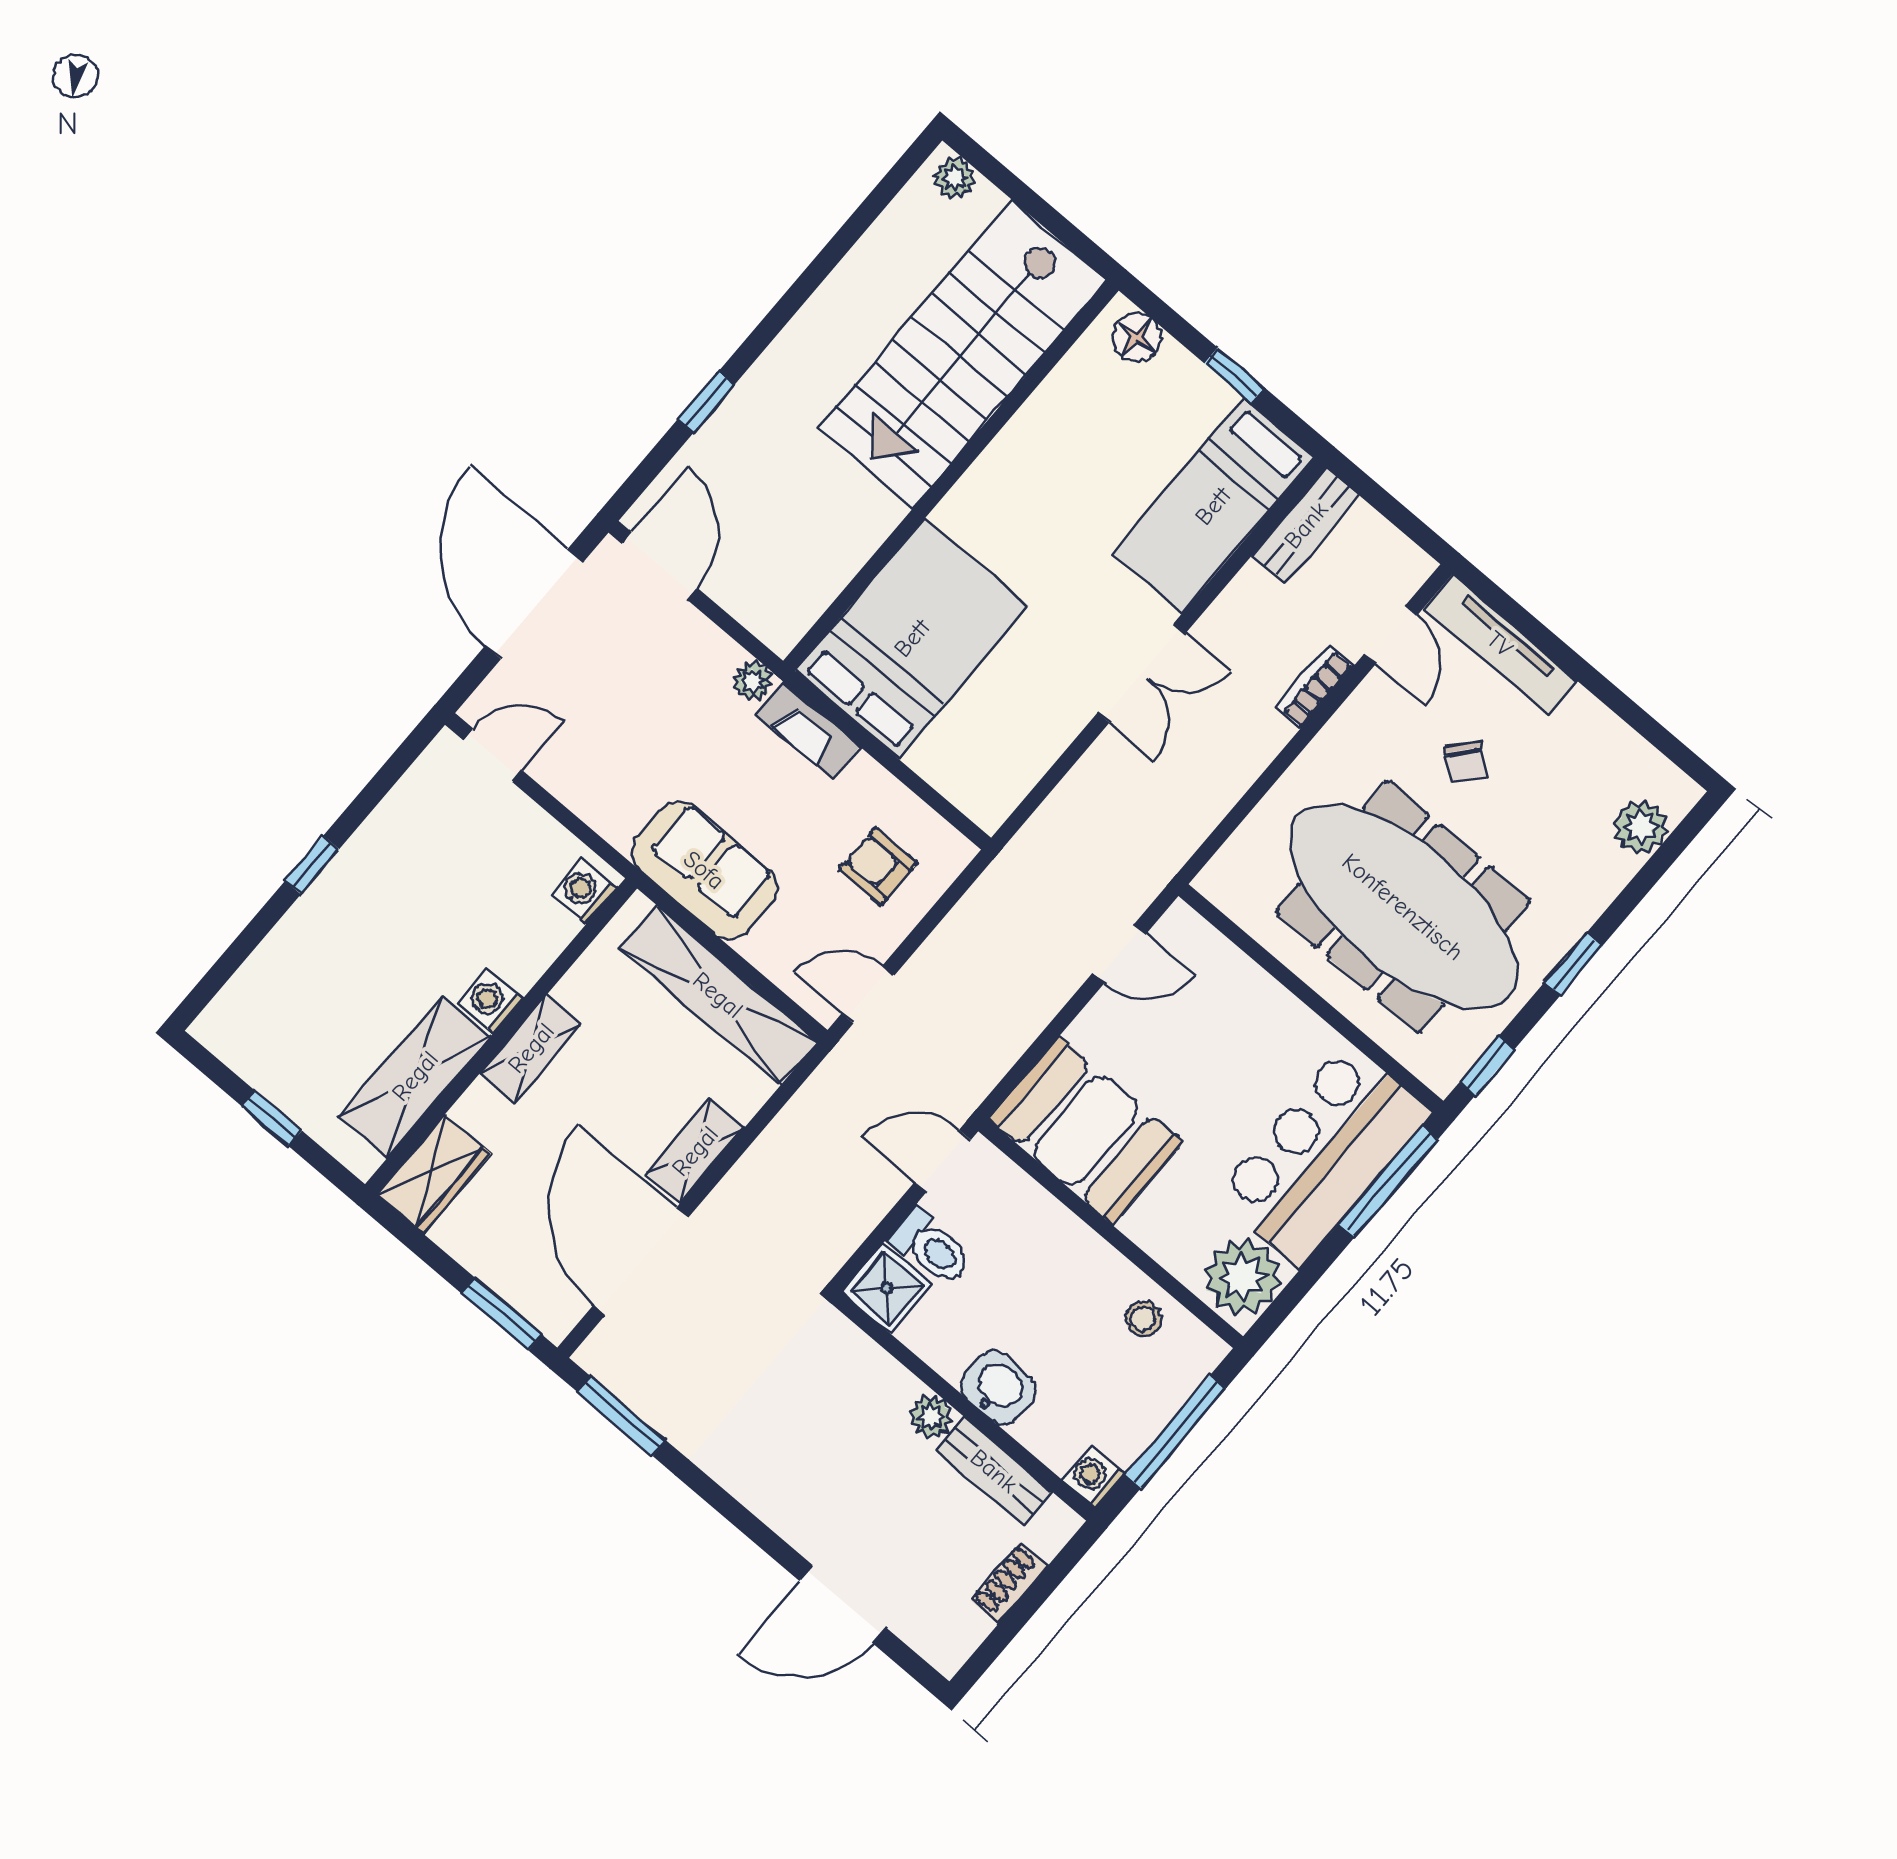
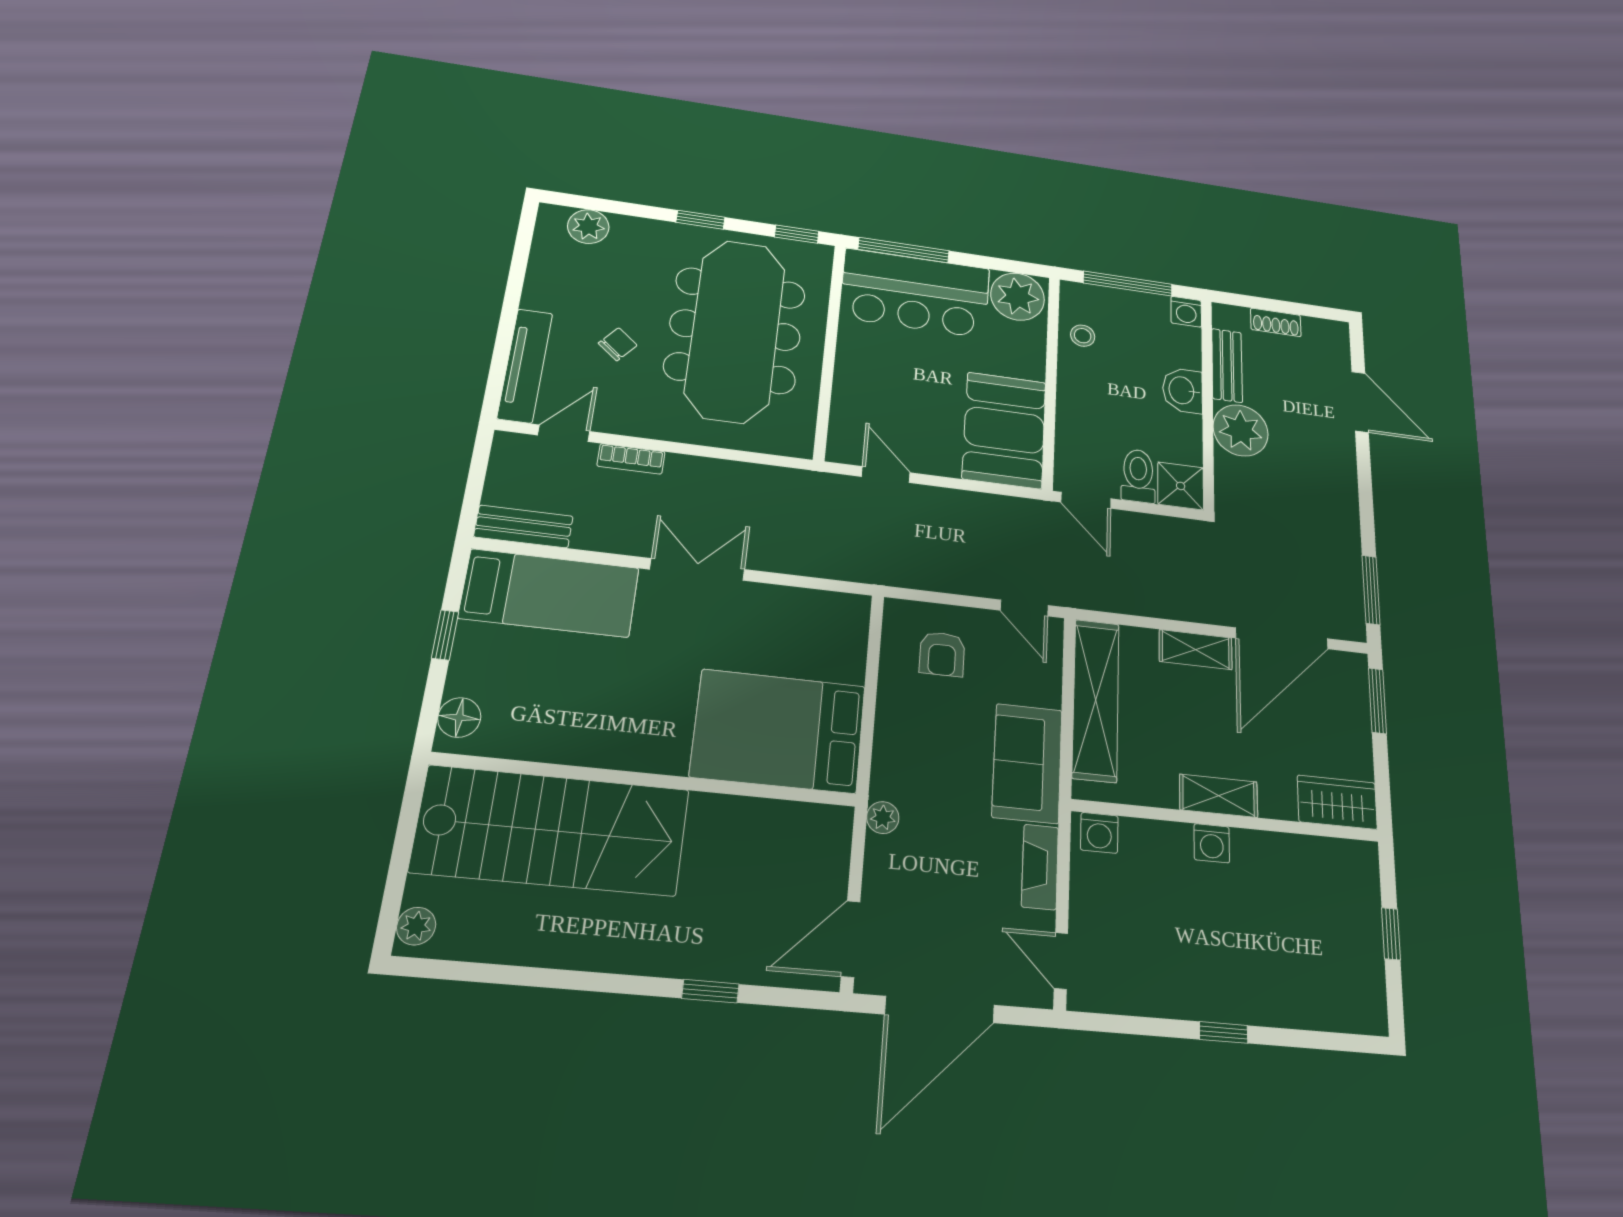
fireplace: (808, 730) -> (1040, 867), moved, turned 180
shelving: (415, 1076) -> (1293, 858), removed
plant: (931, 1417) -> (1241, 430), width x1.87, depth x1.87

